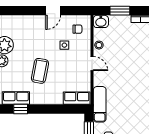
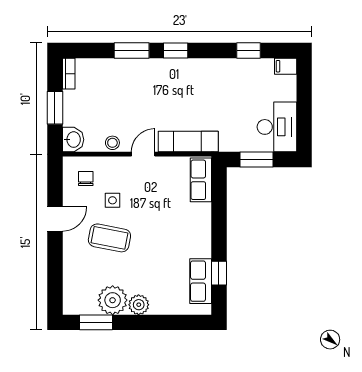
door: (53, 11) -> (55, 219), hinge flipped
coffee table: (40, 71) -> (109, 238), moved
exam couch: (100, 104) -> (188, 141), moved

